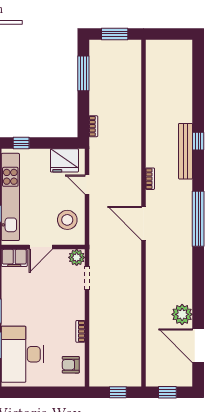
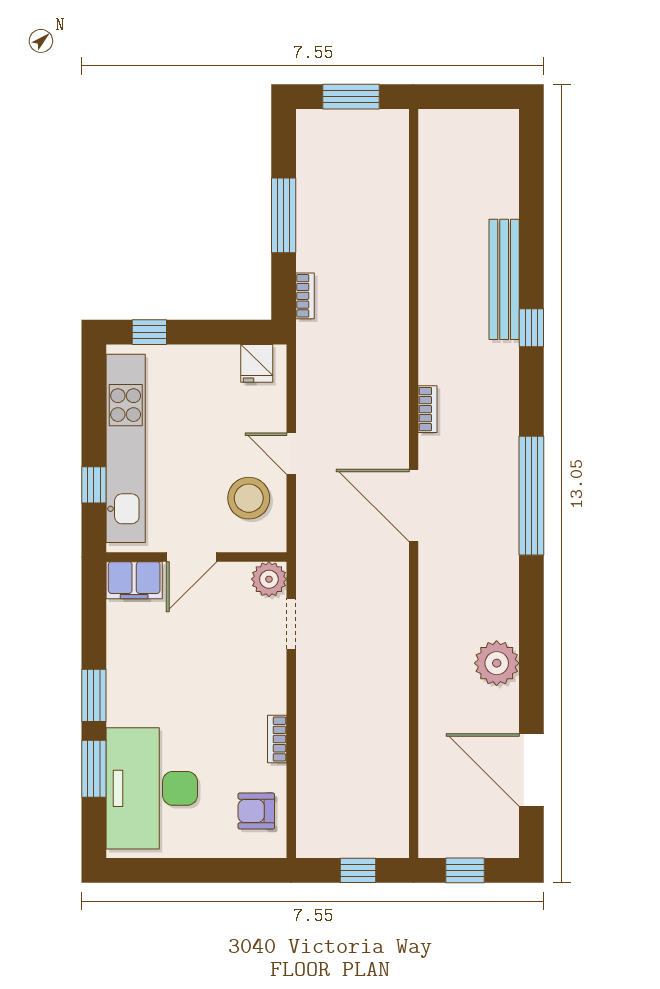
window: (83, 73) -> (284, 215), moved
bench: (186, 151) -> (504, 279), moved
fridge: (64, 160) -> (257, 363), width x0.53, depth x0.75
door: (87, 185) -> (291, 454), moved
plant: (182, 314) -> (497, 663), moved

